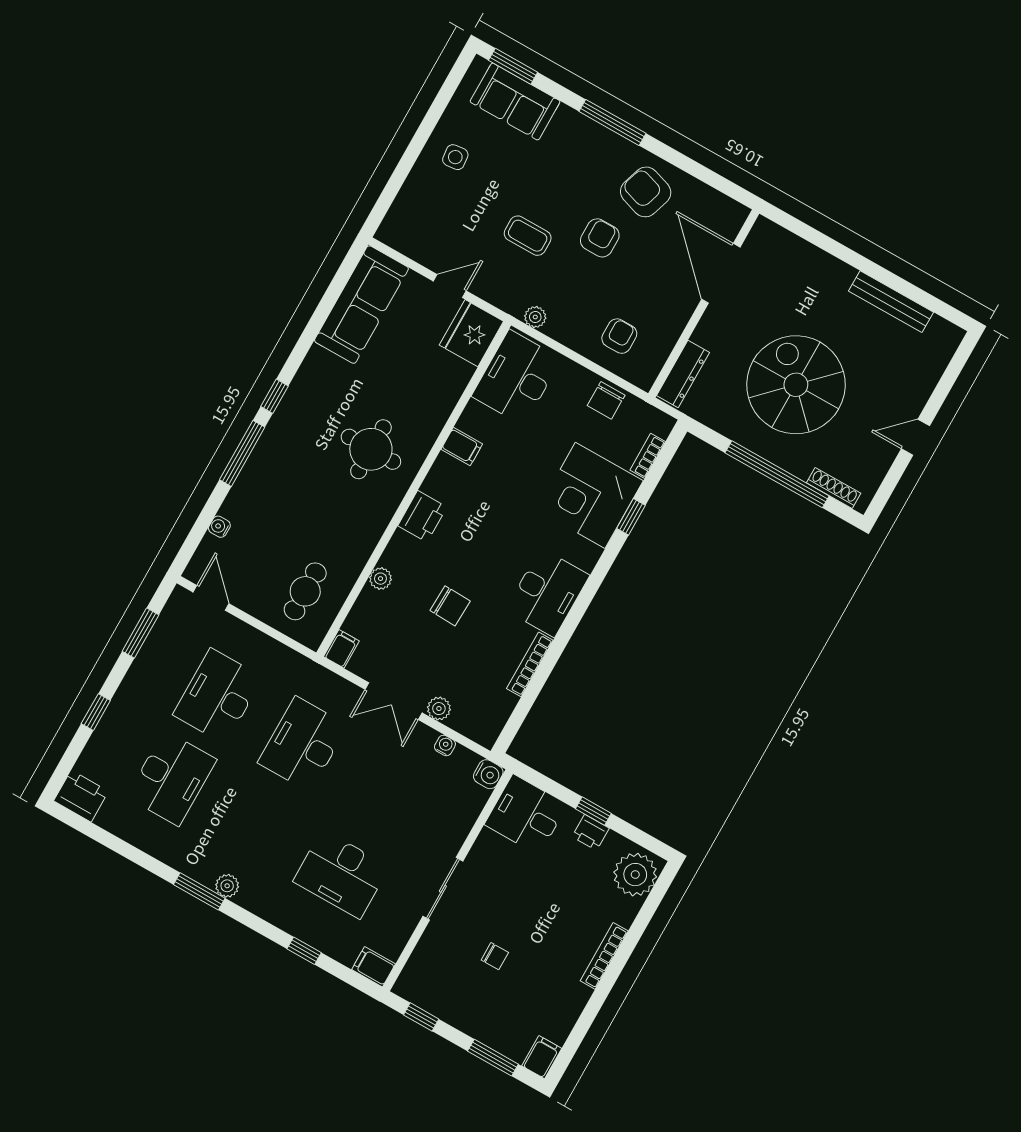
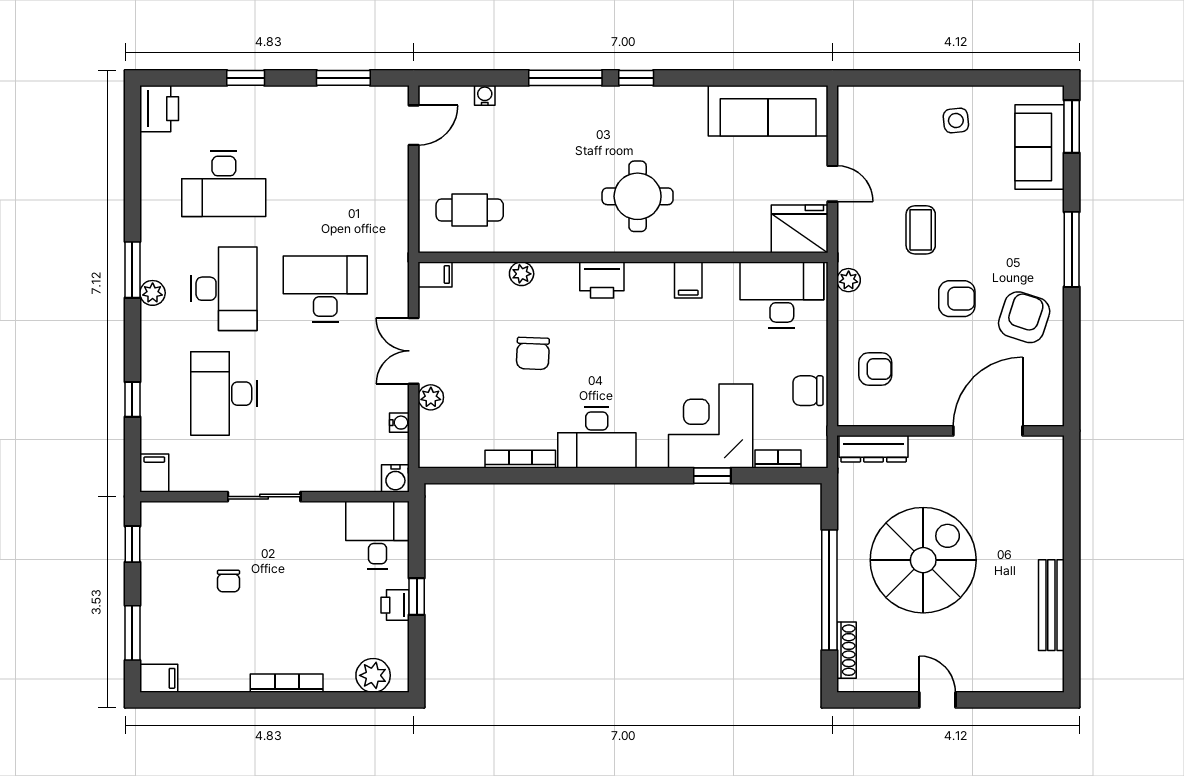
desk: (218, 696) -> (224, 289), moved, turned 90
plant: (635, 875) -> (373, 675), width x0.73, depth x0.73

